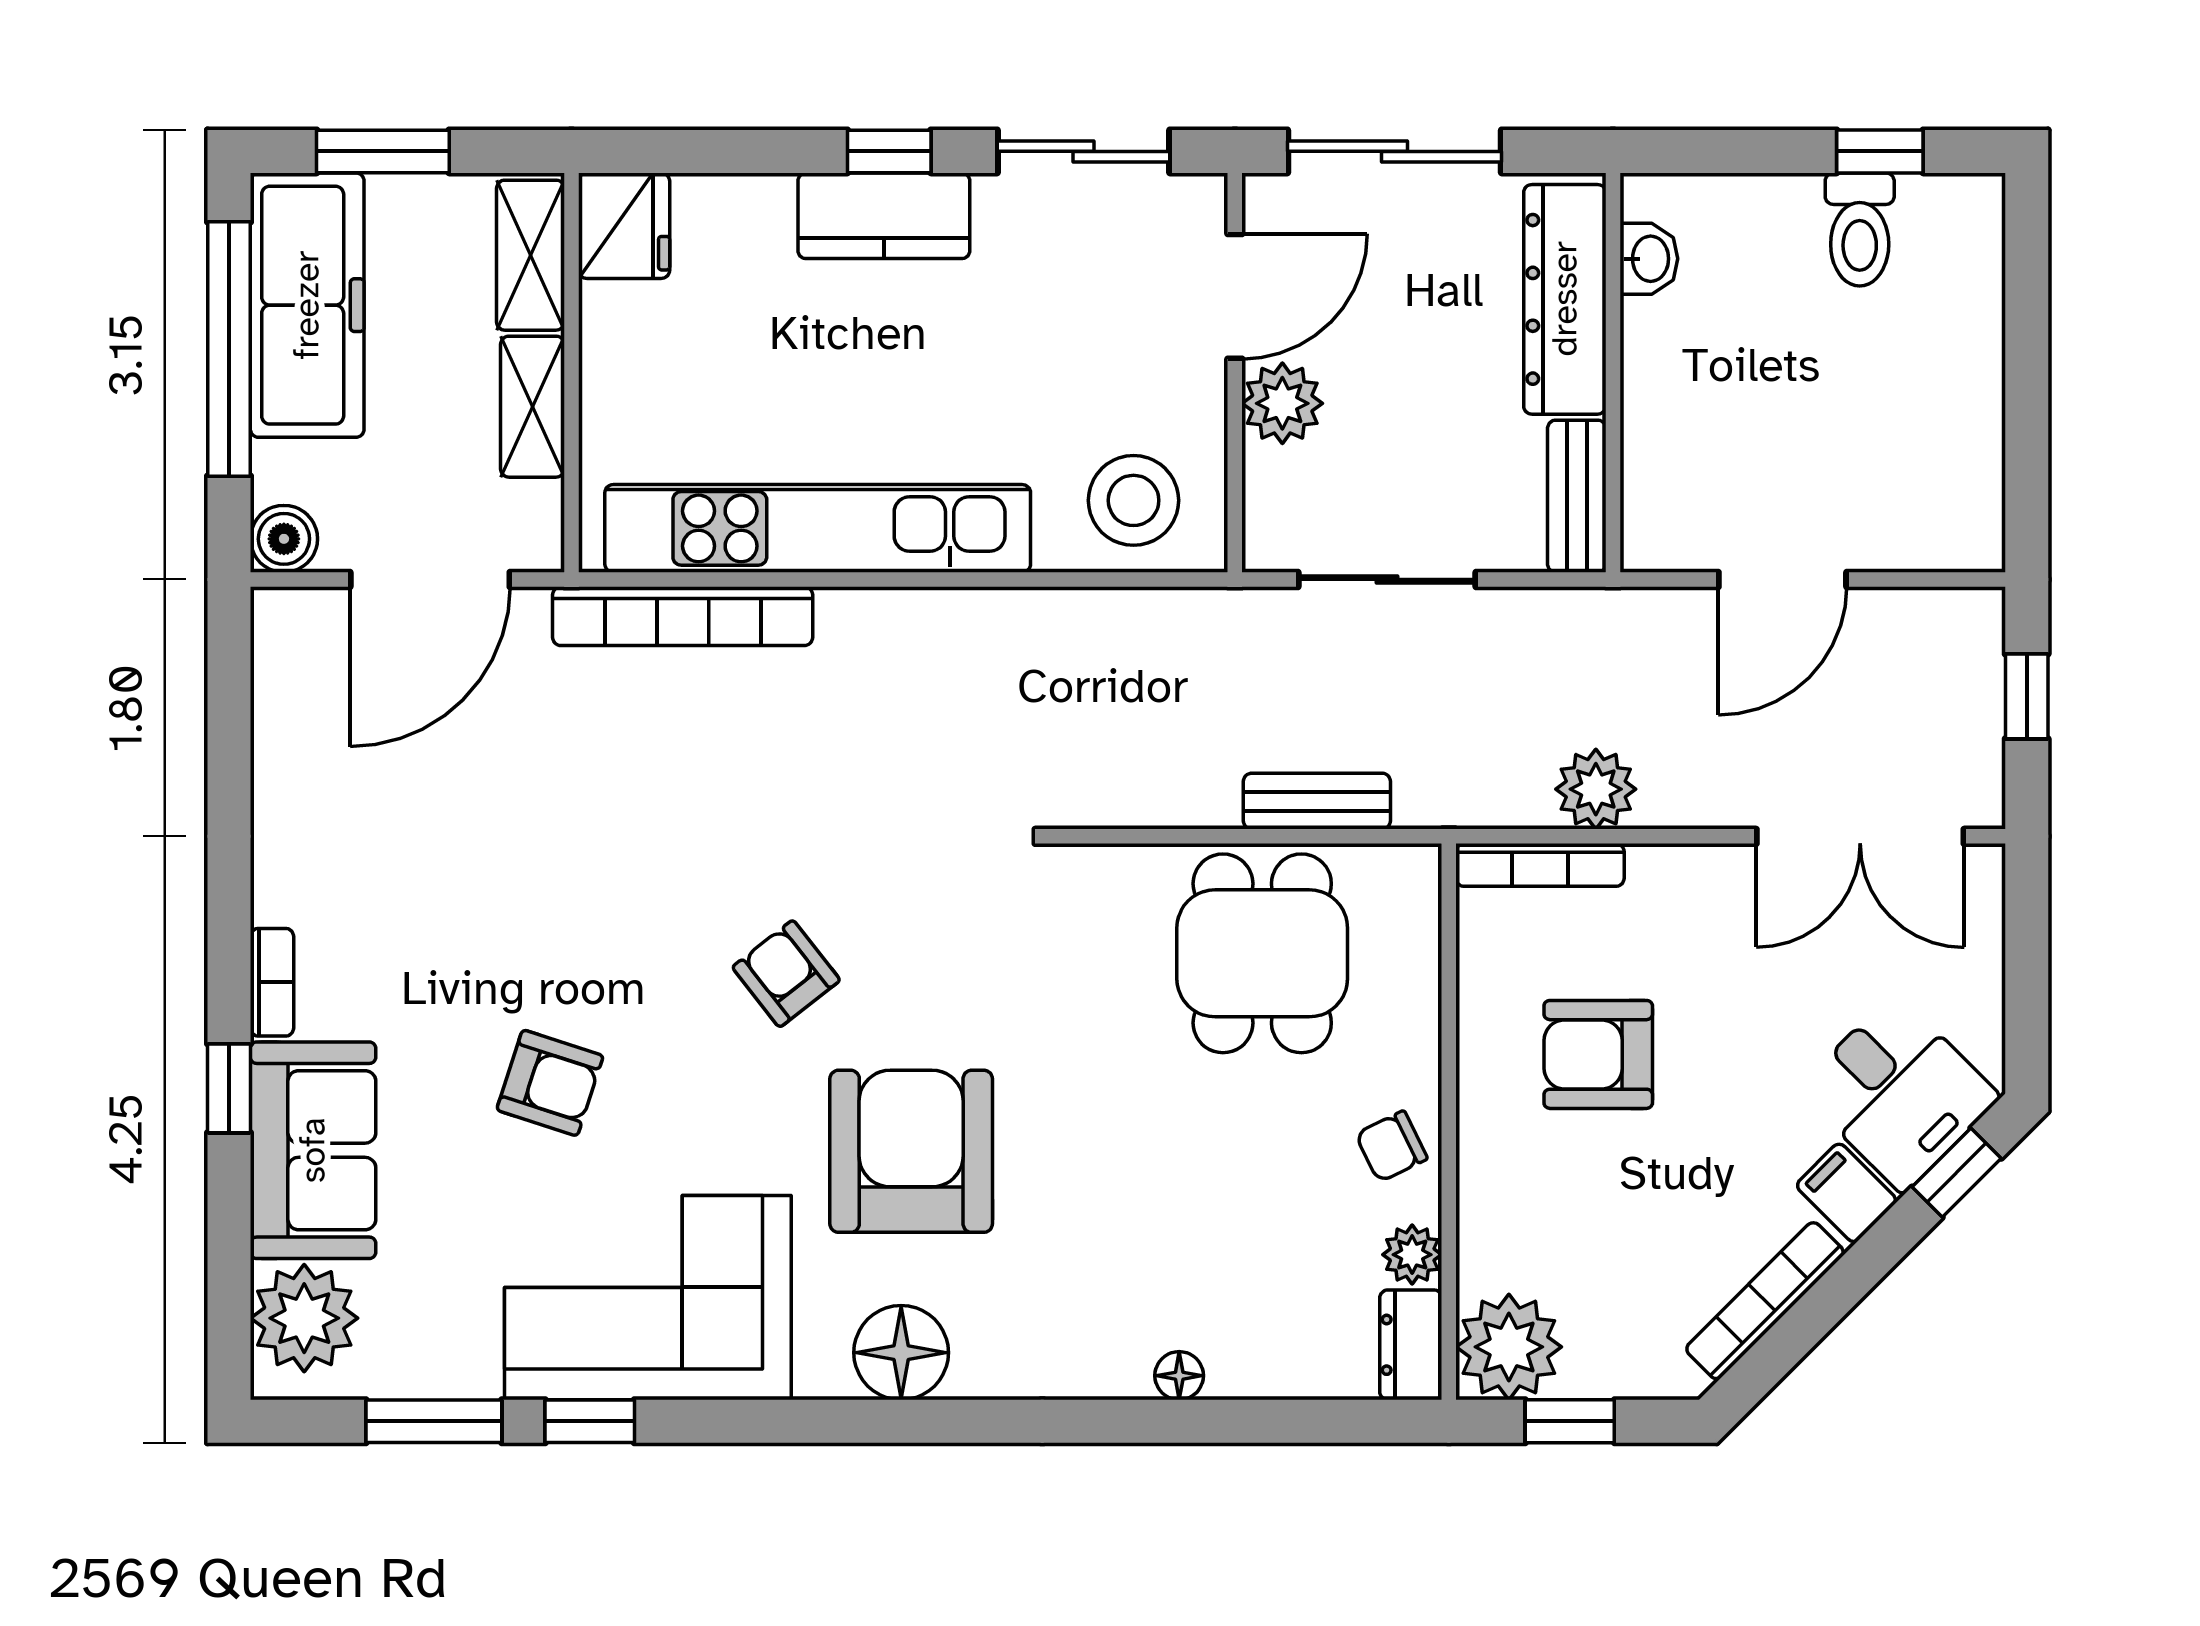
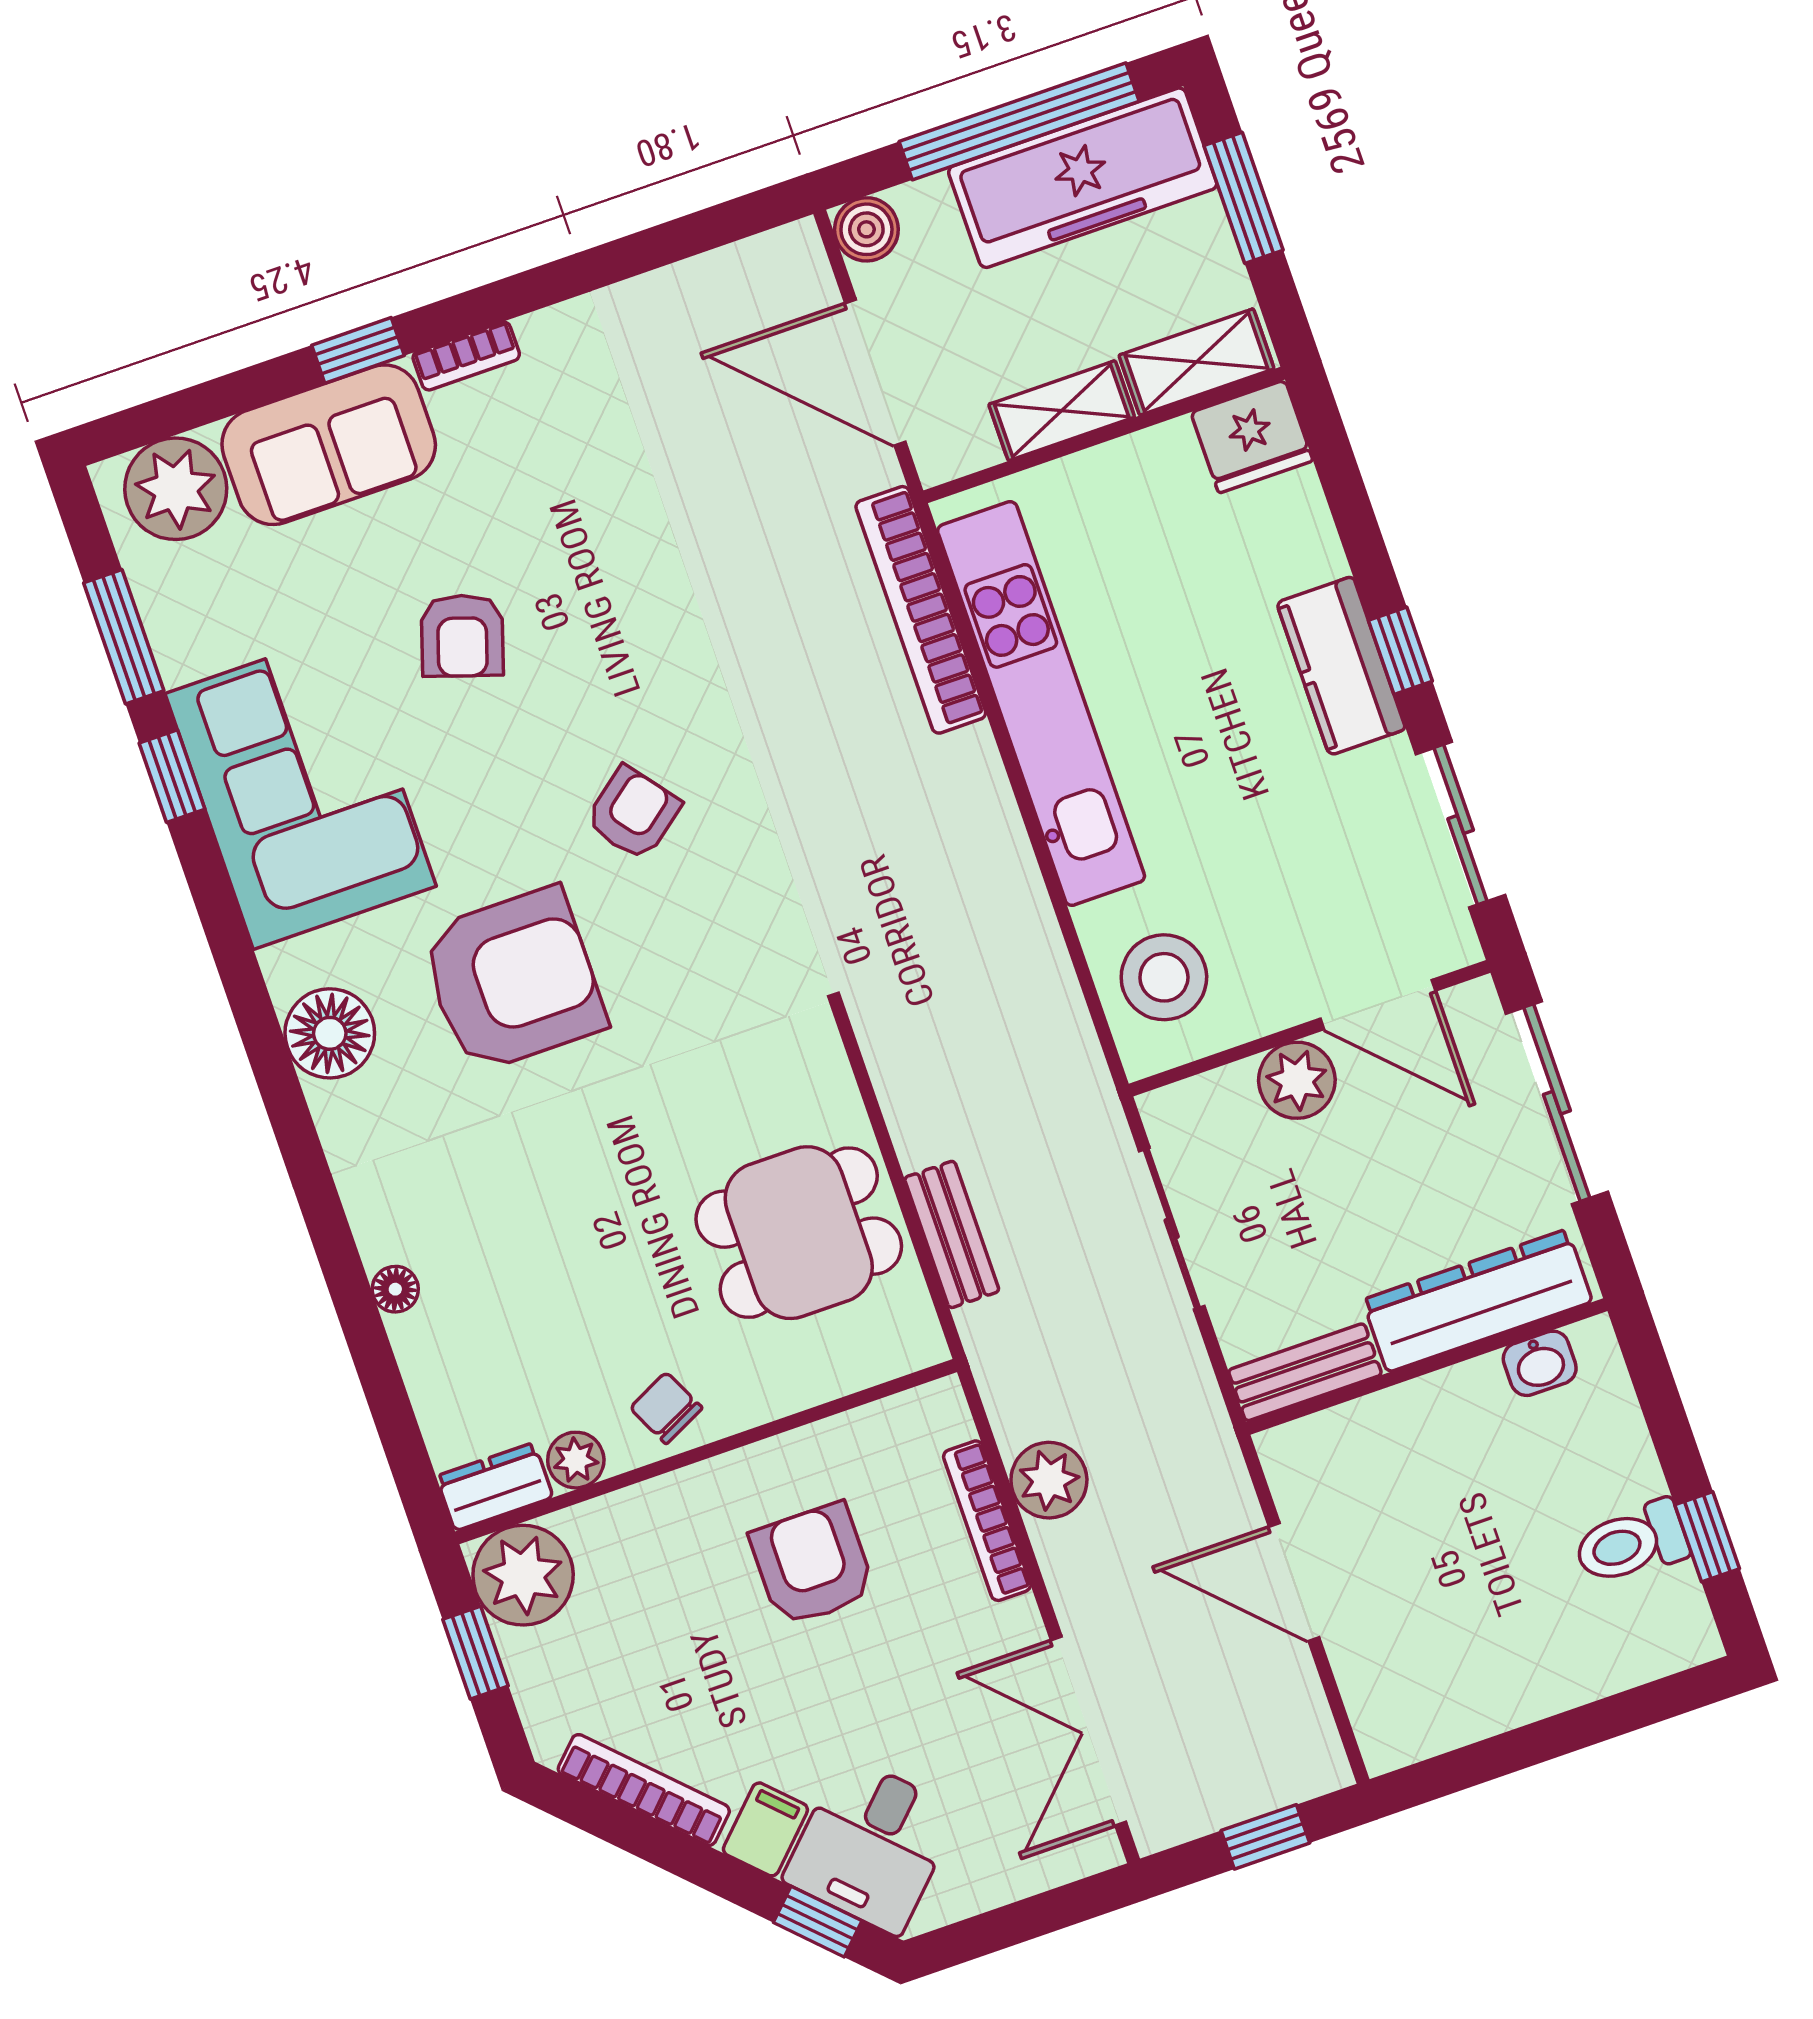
bookcase: (1540, 865) -> (987, 1521), moved

